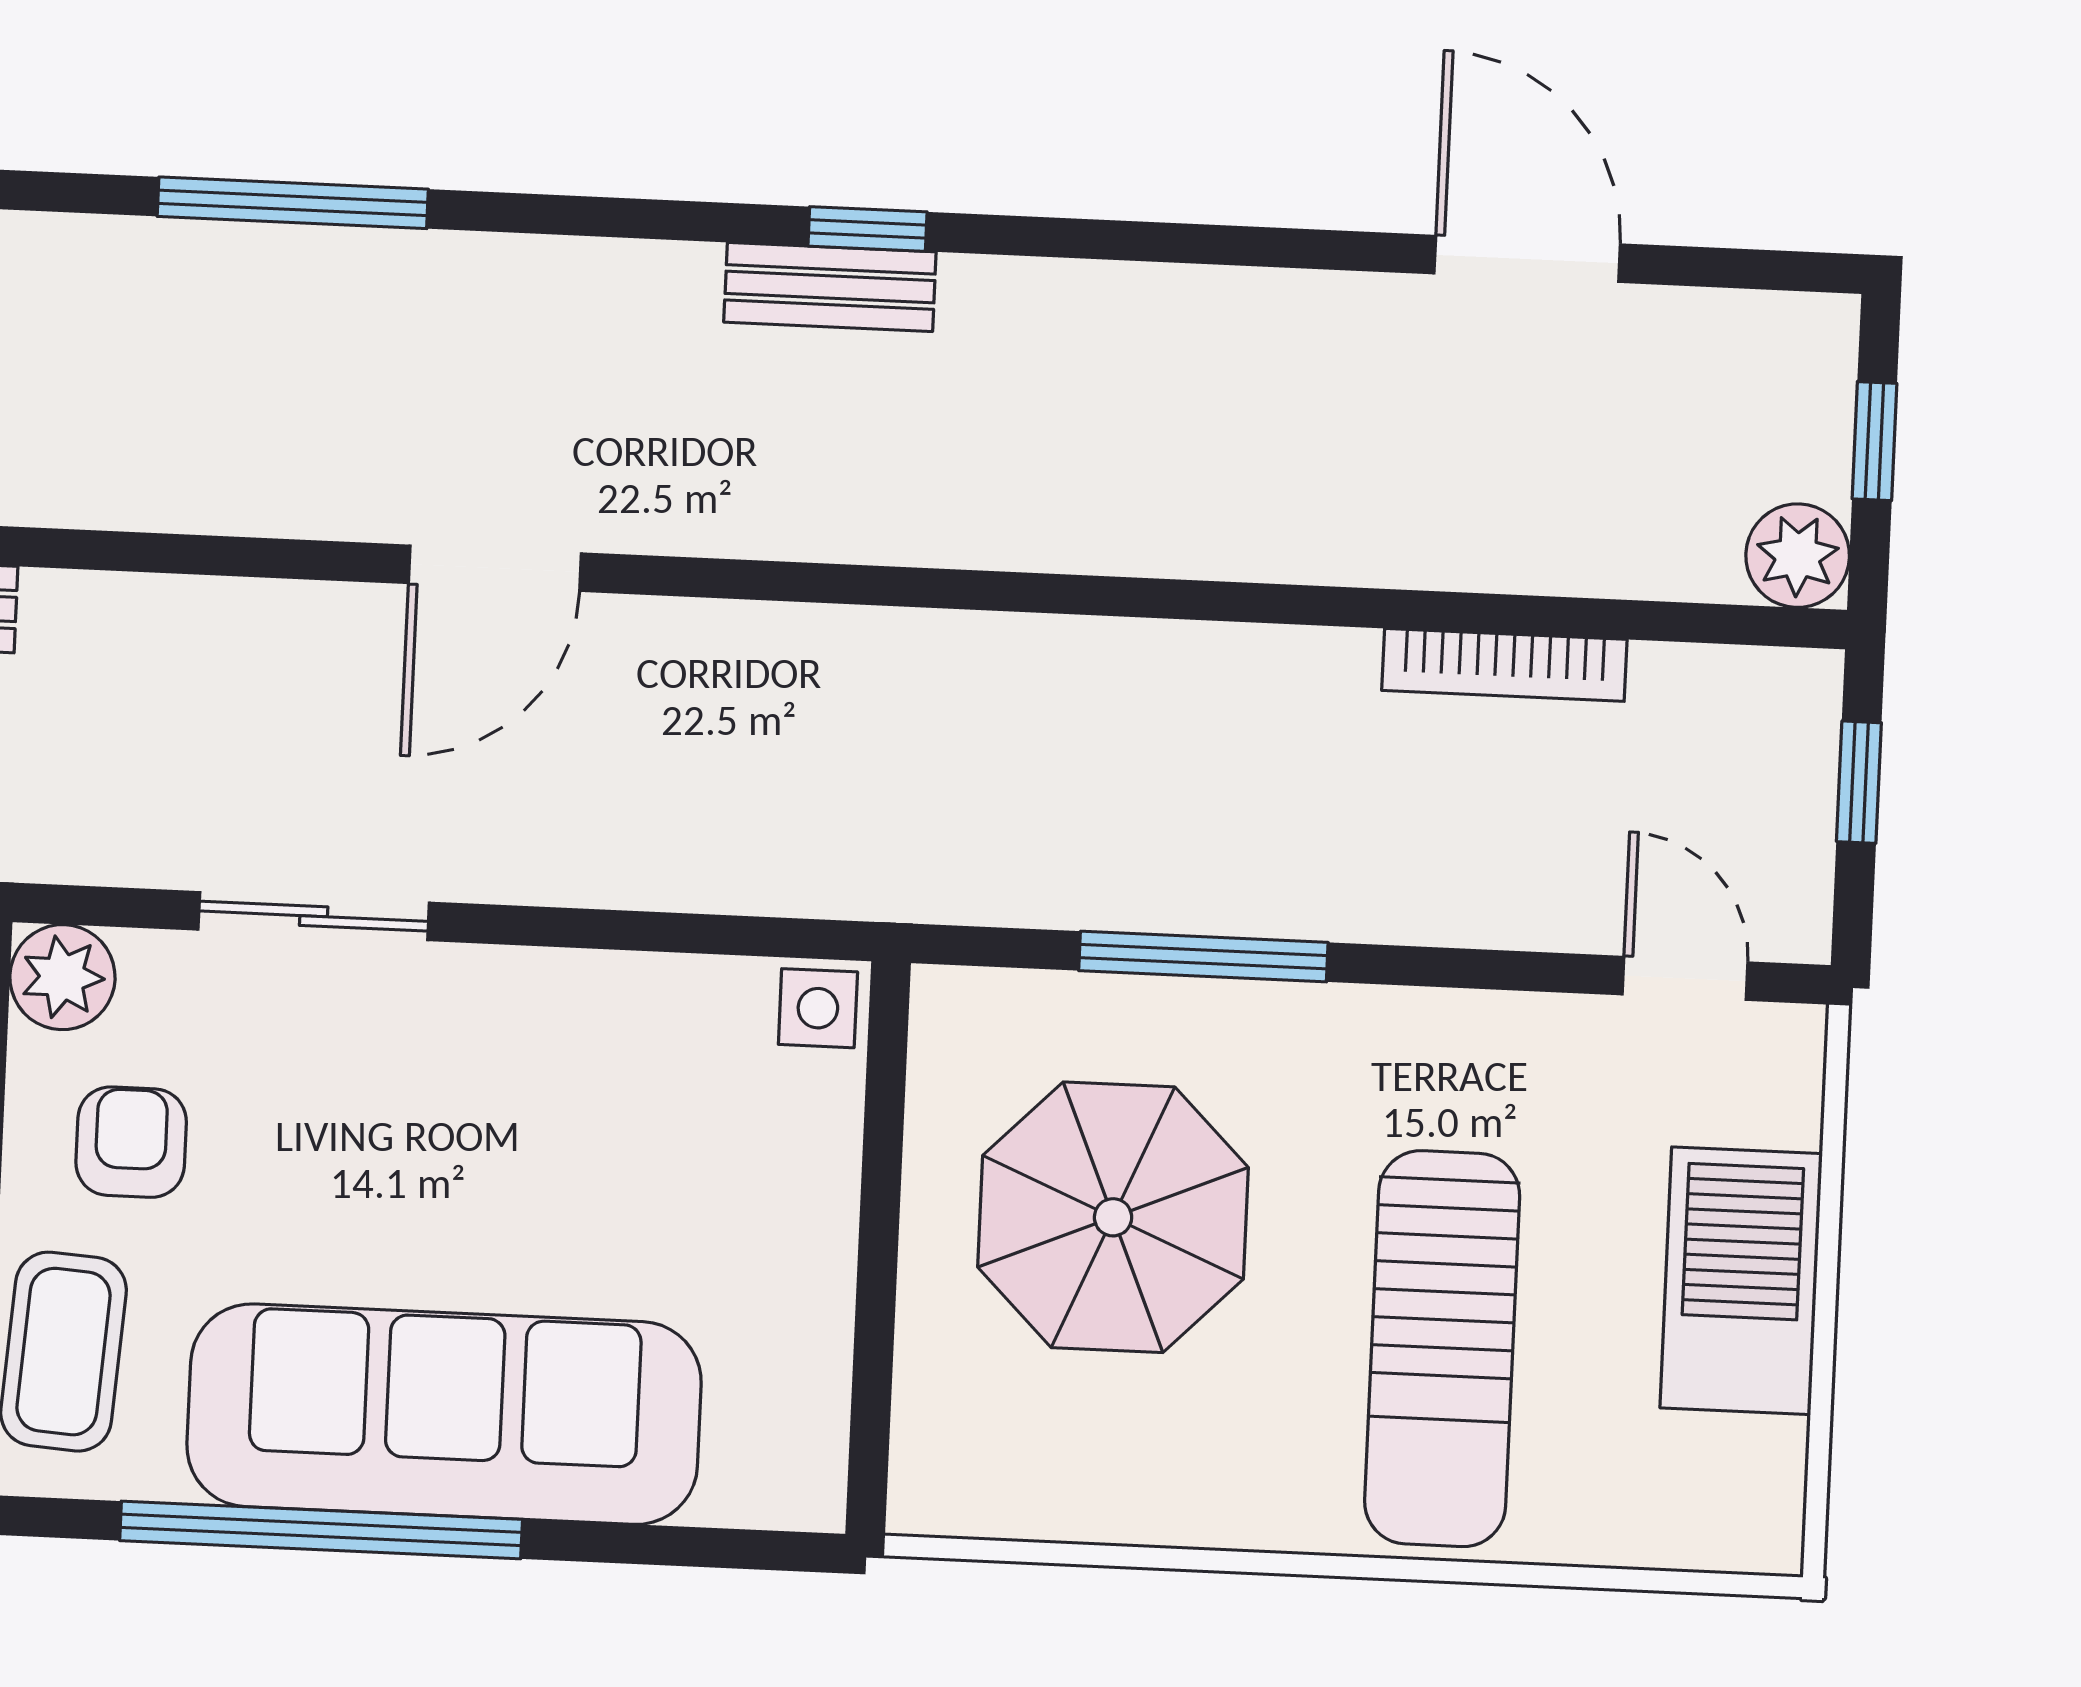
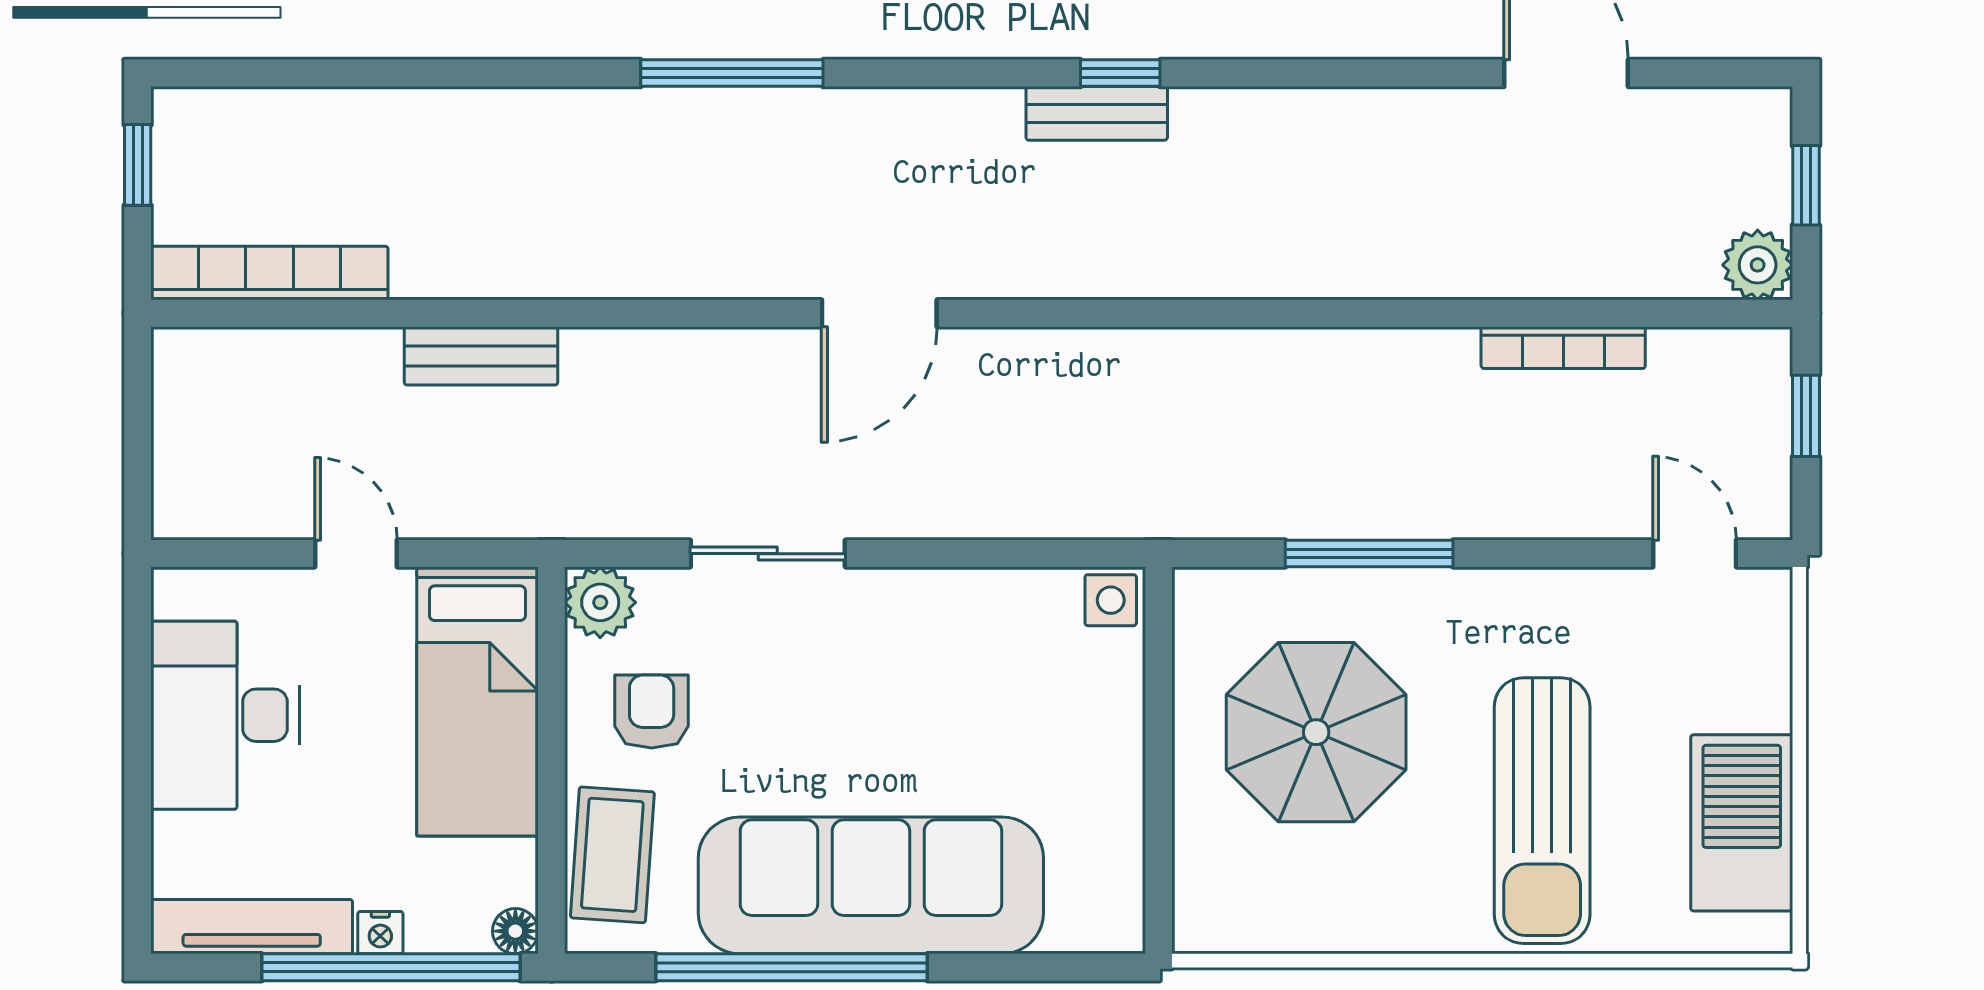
barbecue: (1741, 1281) -> (1742, 823), moved

